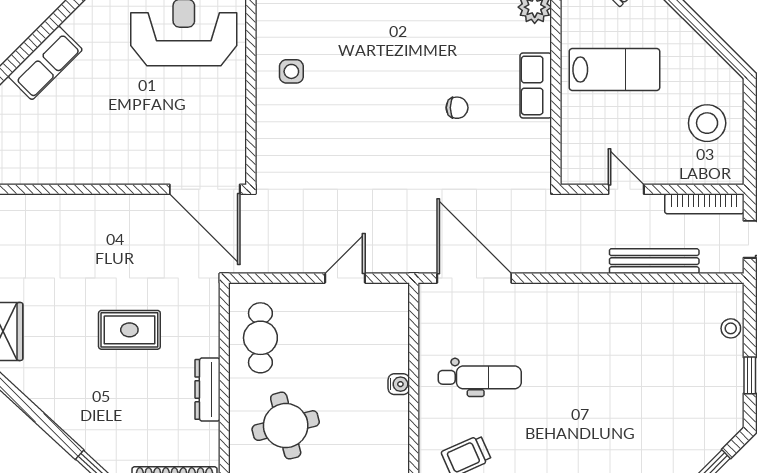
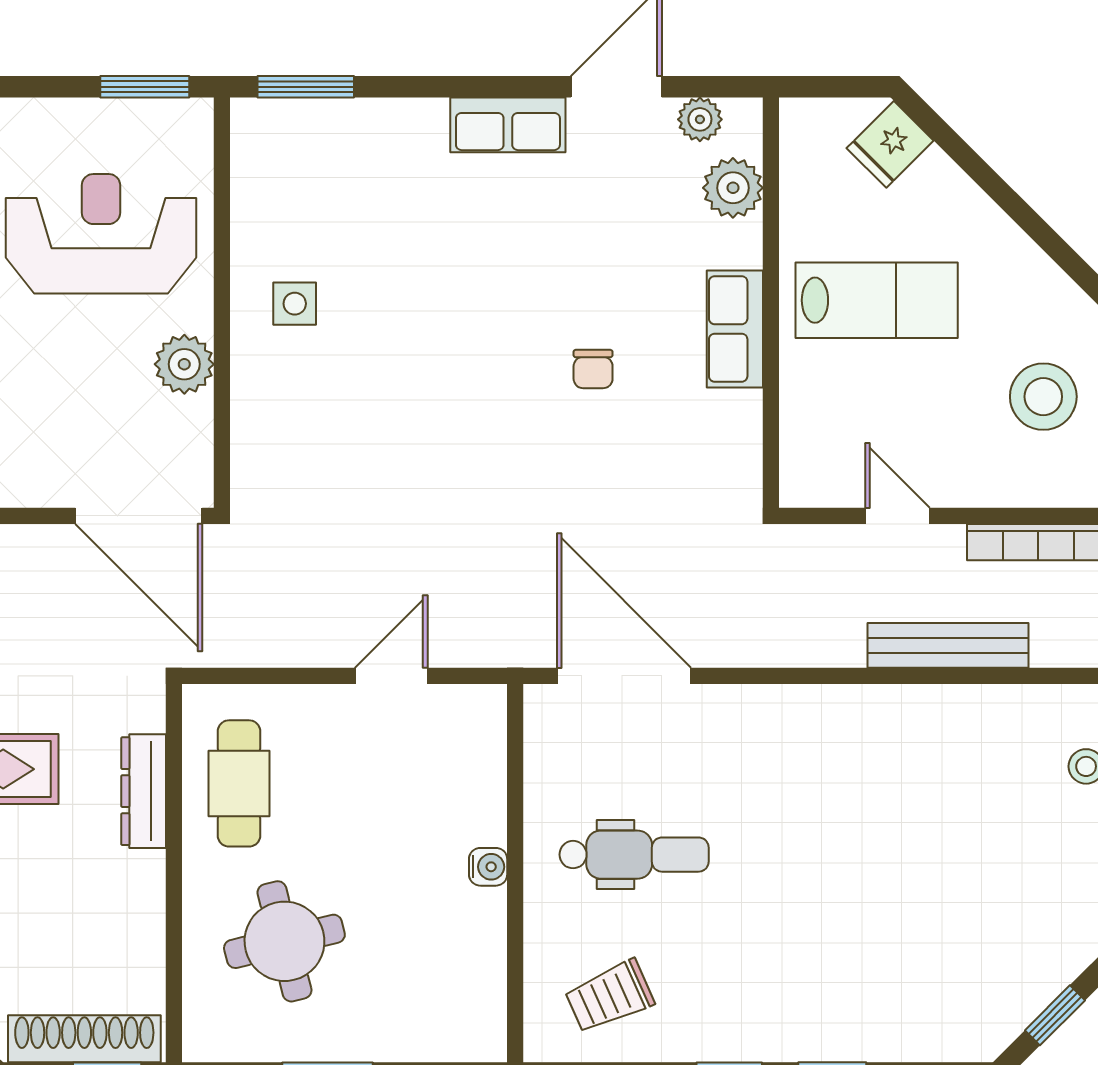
plant: (230, 105) -> (184, 364), added
chair: (457, 108) -> (593, 369), turned 90
dresser: (207, 389) -> (144, 791), moved

